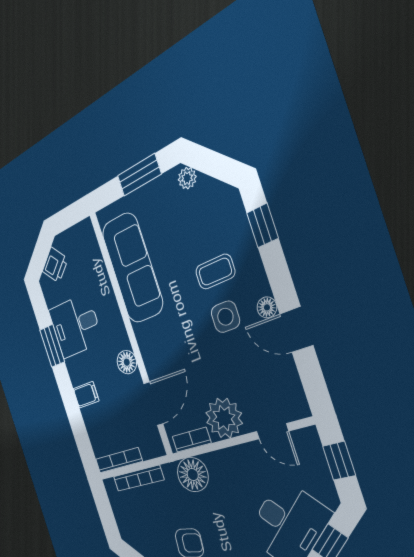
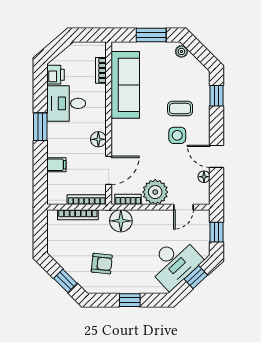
bookcase: (97, 261) -> (101, 70), added
printer: (55, 265) -> (55, 75), moved, turned -49
floor lamp: (267, 307) -> (204, 177), moved
window: (52, 346) -> (40, 127), moved
filing cabinet: (86, 395) -> (56, 165), moved
door: (272, 431) -> (183, 207), hinge flipped
bookcase: (119, 460) -> (87, 200), moved

